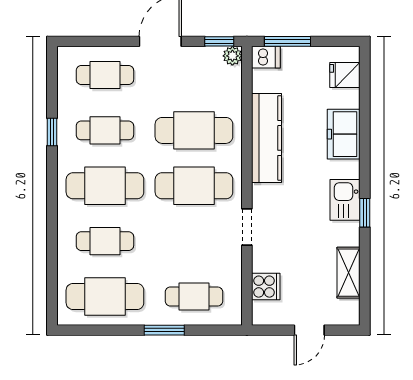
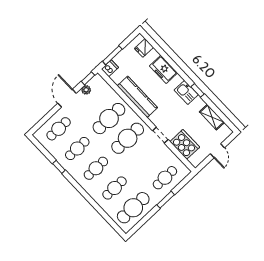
plant: (232, 56) -> (86, 90), moved
cafe table: (105, 186) -> (96, 168), width x0.73, depth x0.74
cooker: (266, 287) -> (185, 144), width x1.87, depth x1.31

